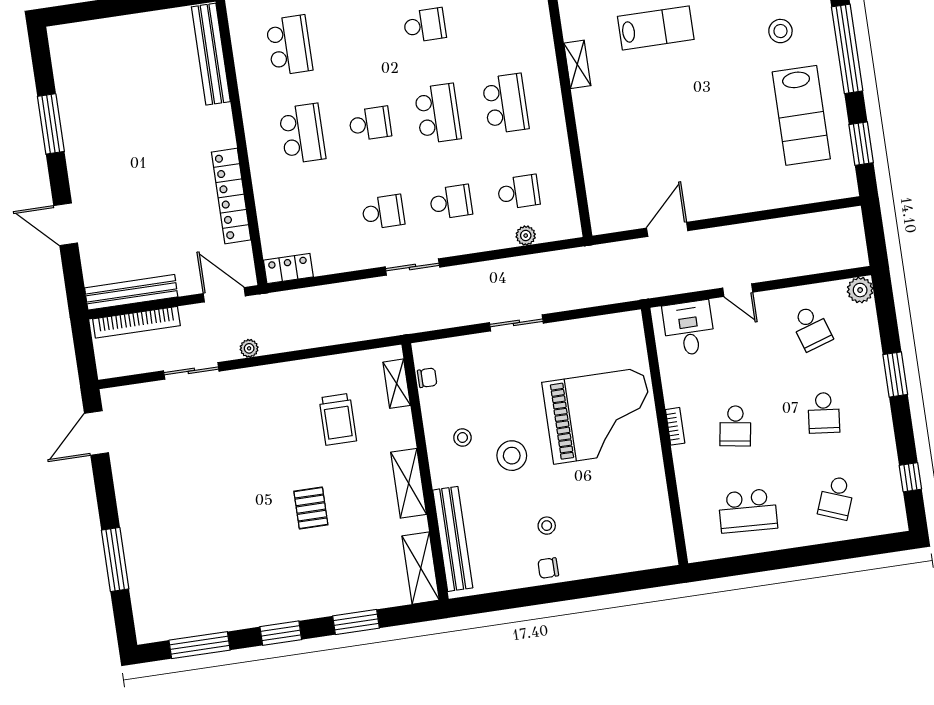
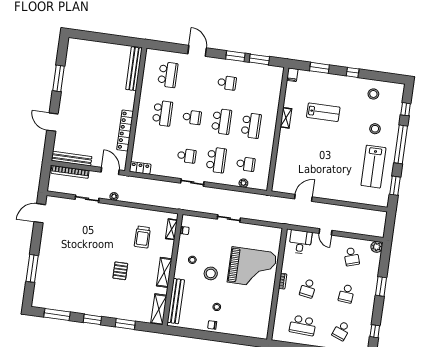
school desk: (451, 202) -> (216, 160), width x1.85

